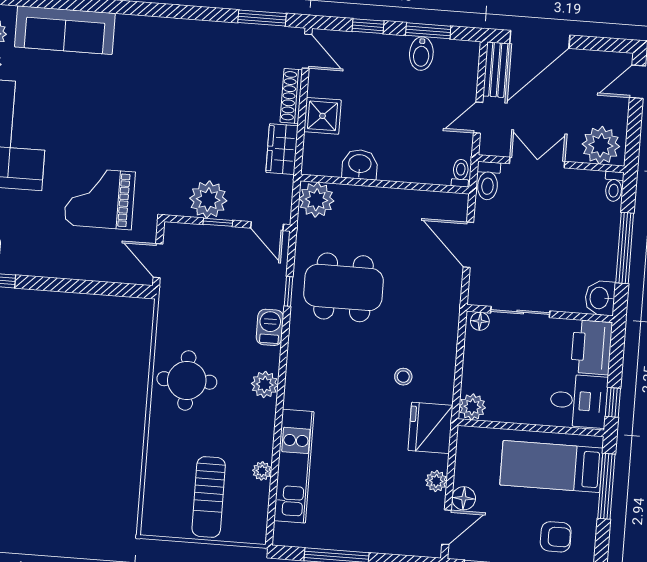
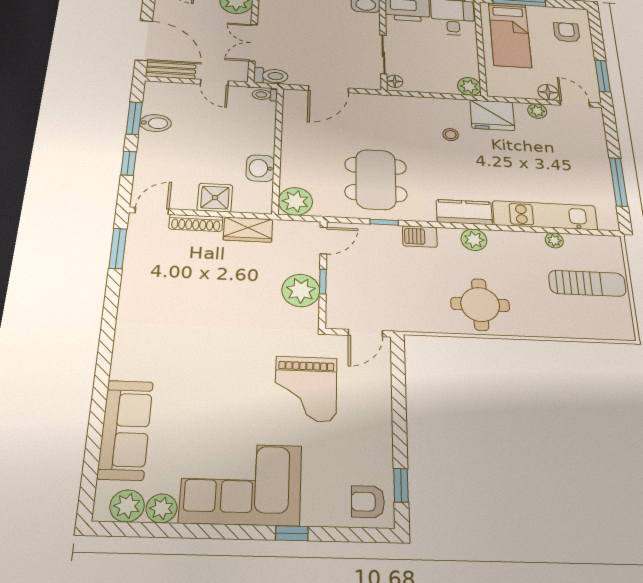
kitchen counter: (300, 379) -> (464, 212), added

